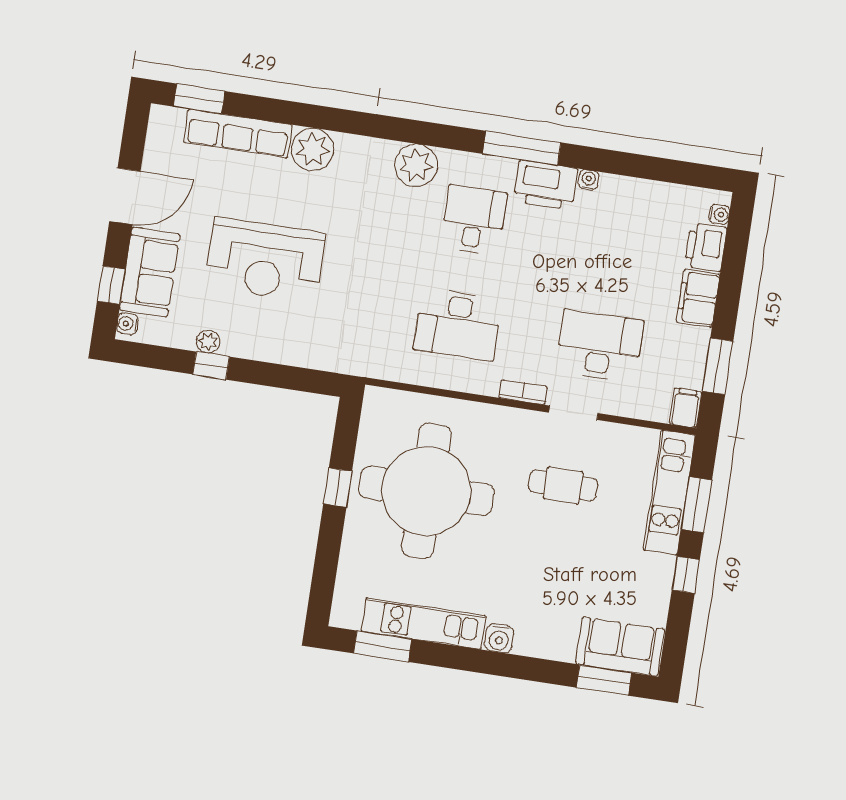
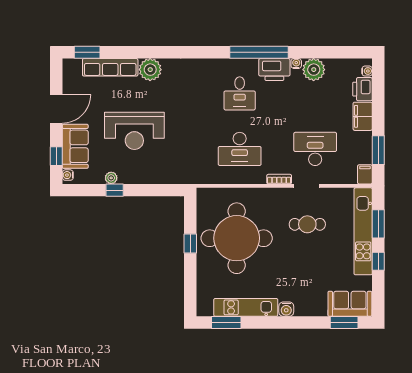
window: (522, 148) -> (259, 52), width x1.46
plant: (416, 165) -> (314, 70), moved
desk: (474, 220) -> (240, 93), turned 180
kitchen unit: (669, 493) -> (363, 231), width x1.36

